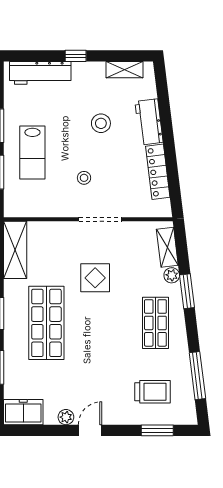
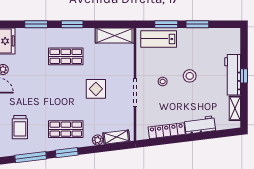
workbench: (40, 73) -> (233, 75), moved
stool: (101, 123) -> (190, 76), moved
lab bench: (32, 153) -> (159, 39), moved
window: (187, 291) -> (67, 153), moved
shop shelf: (46, 323) -> (66, 56), width x0.70, depth x0.74

